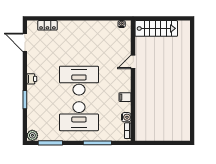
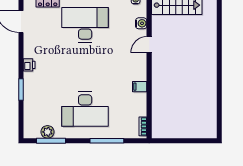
desk: (79, 81) -> (85, 25), moved
water cooler: (126, 117) -> (141, 23), moved
plant: (32, 135) -> (47, 132), moved

